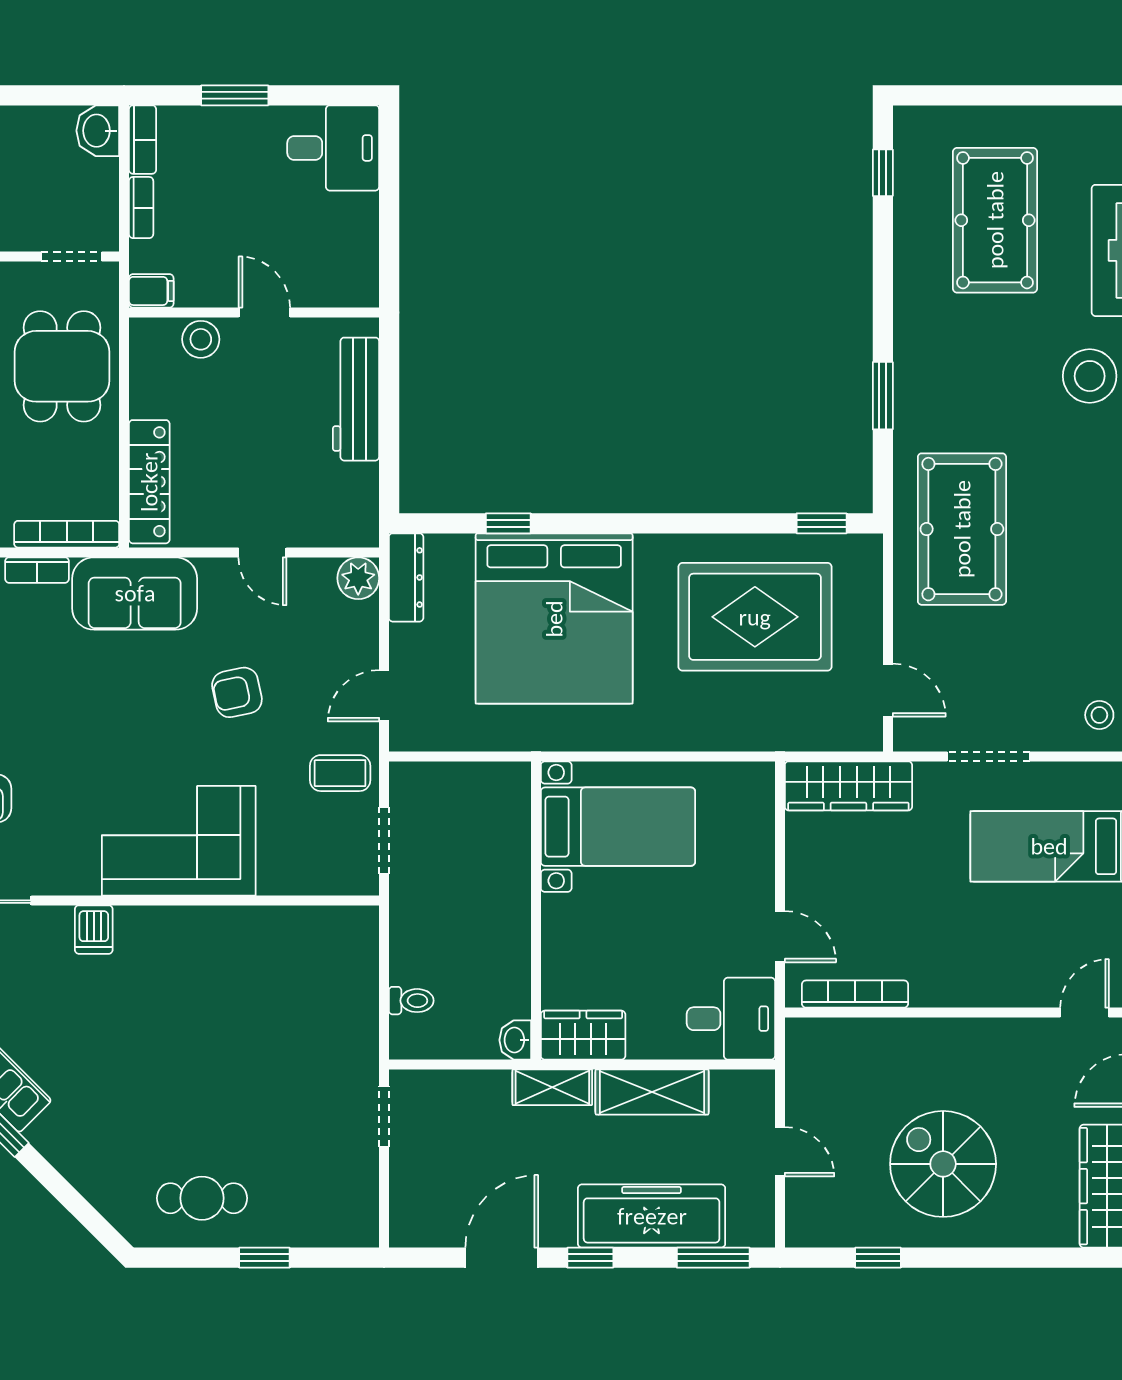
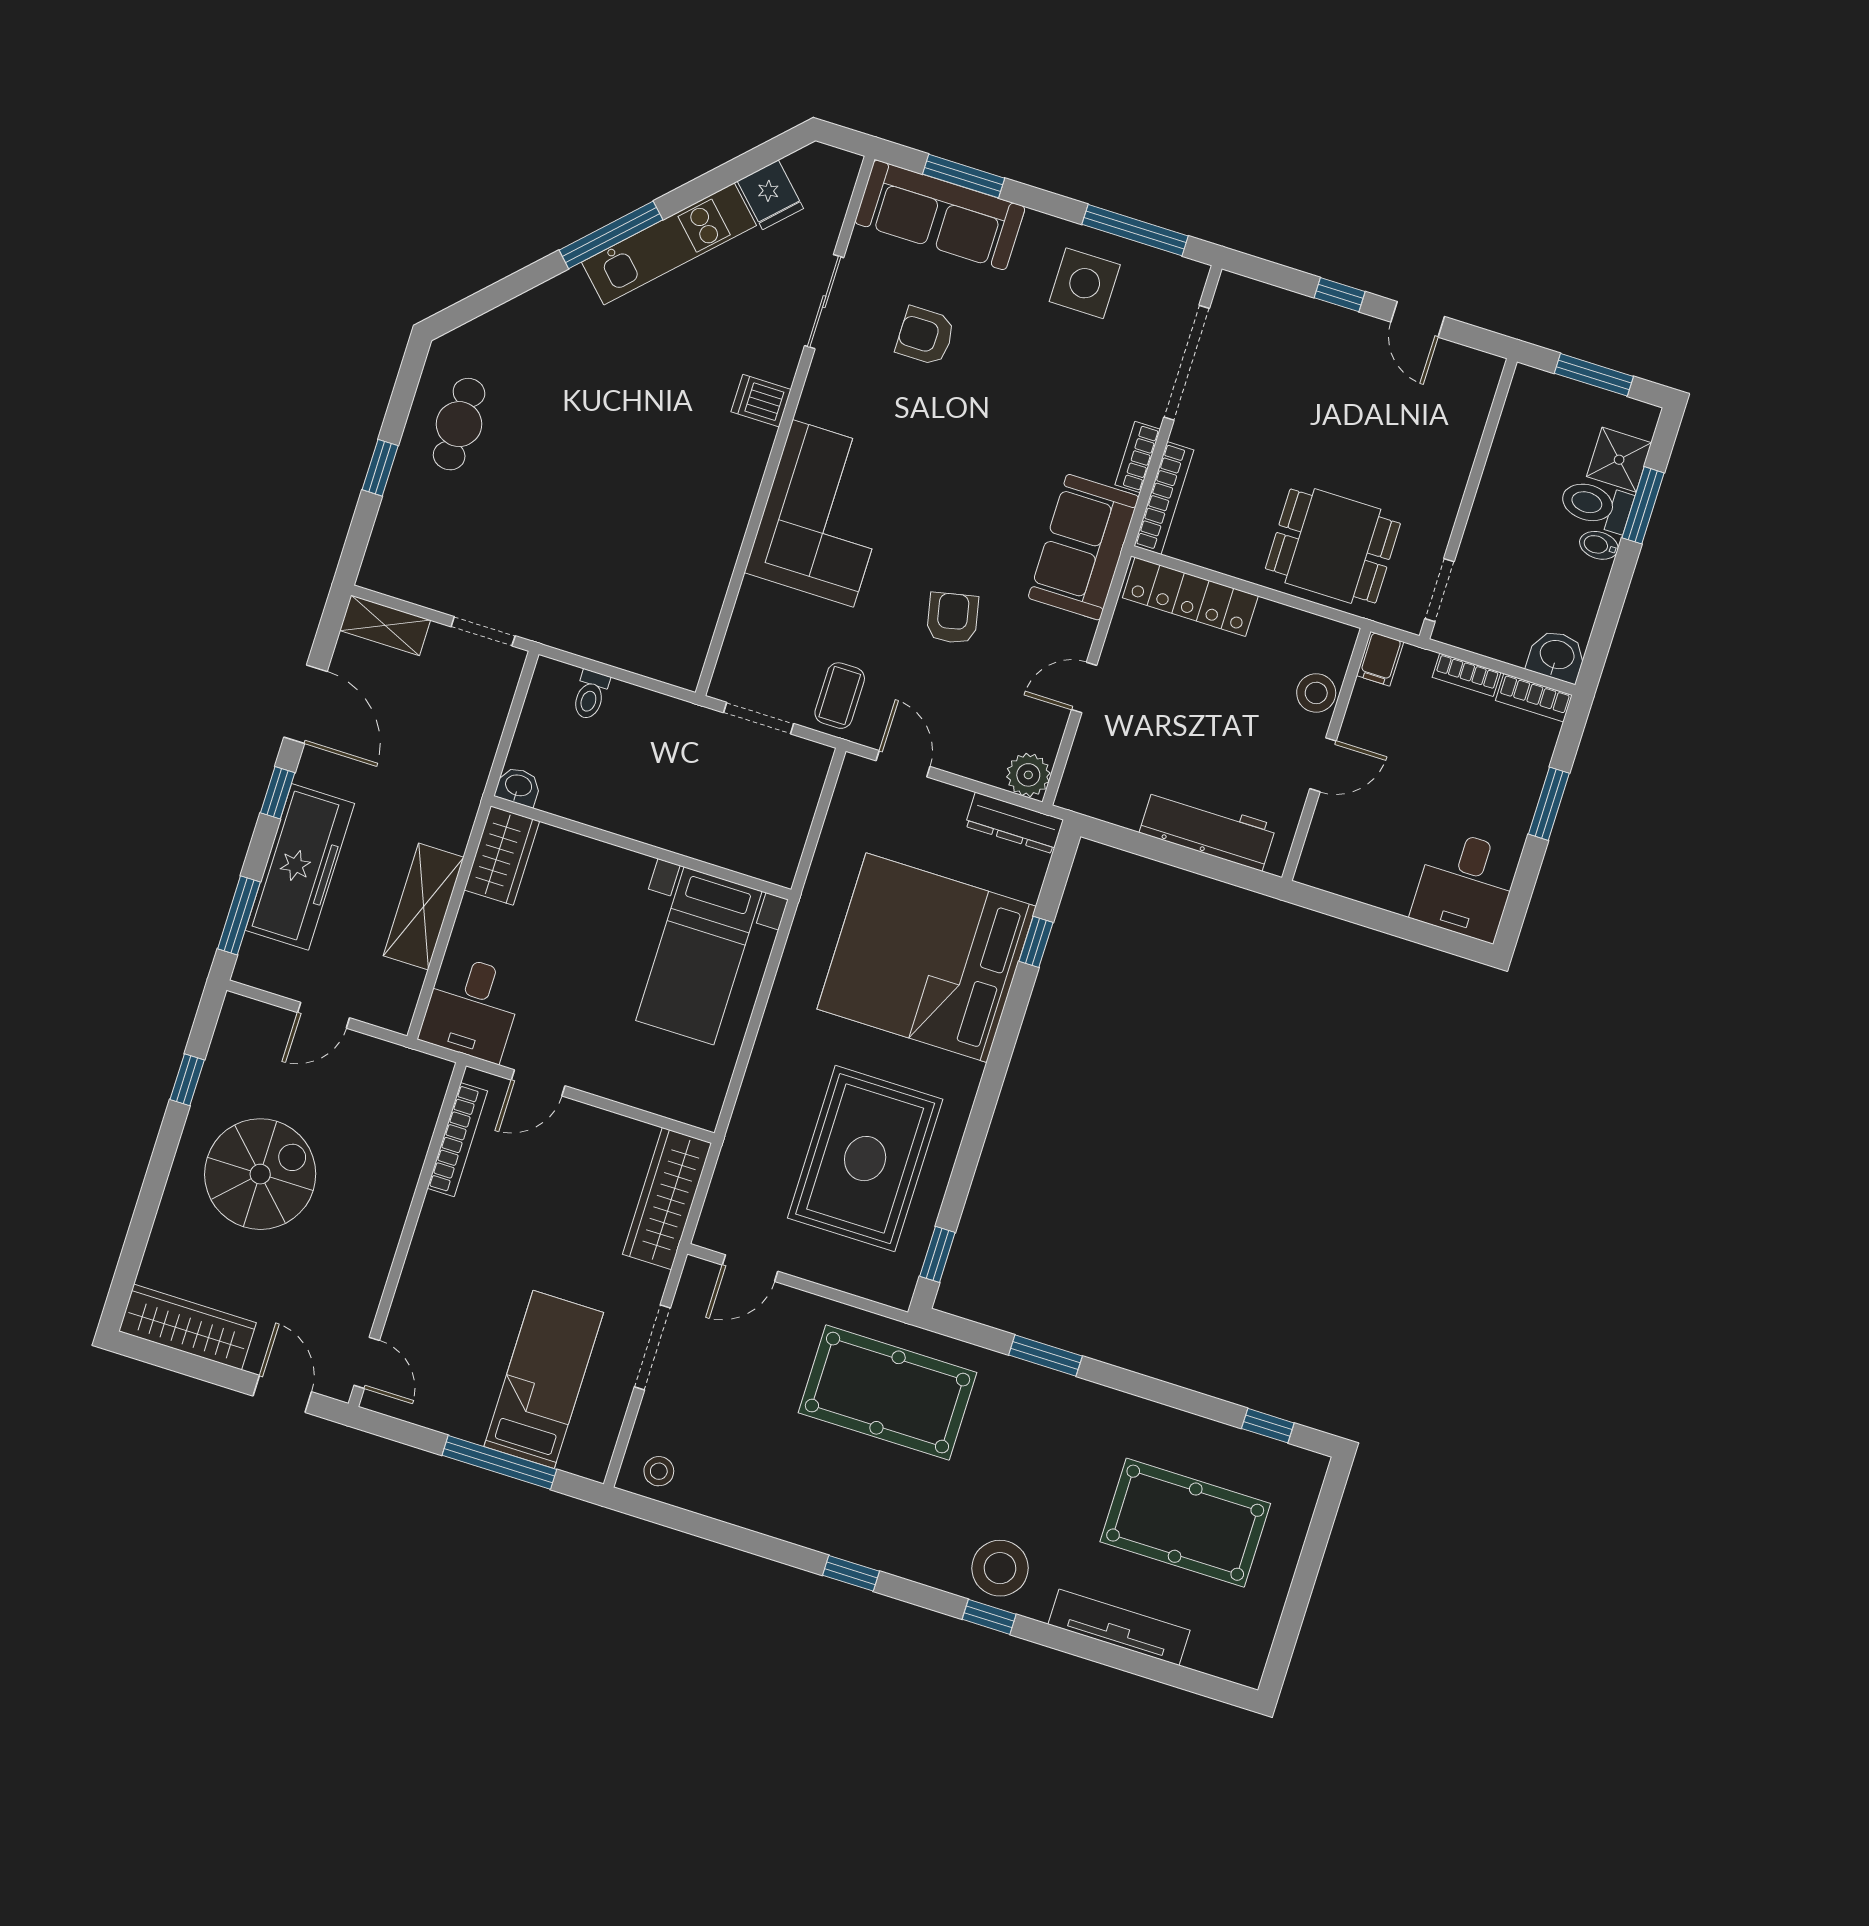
shelving: (552, 1087) -> (385, 625), moved, turned 90

